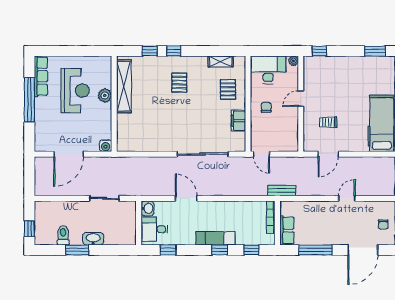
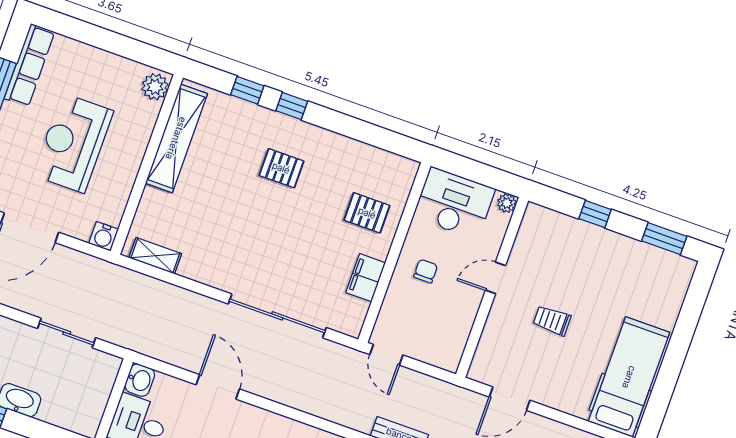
window: (319, 51) -> (595, 214), moved
shelving: (221, 61) -> (155, 256), moved
pallet: (179, 83) -> (281, 168), turned 90
pallet: (228, 89) -> (367, 213), turned 90
reception desk: (75, 91) -> (73, 143), moved, turned 180
plant: (105, 95) -> (155, 87), moved
trolley: (328, 122) -> (552, 320), moved

